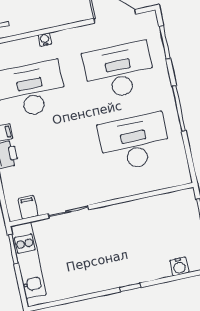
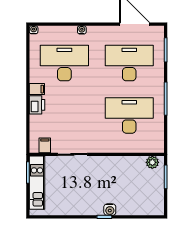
plant: (179, 199) -> (152, 162), added
water cooler: (179, 266) -> (110, 210), moved

